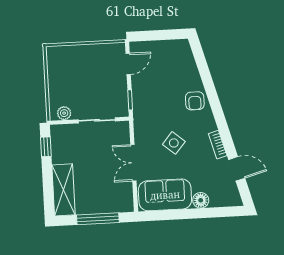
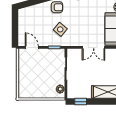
side table: (174, 143) -> (60, 29), moved

